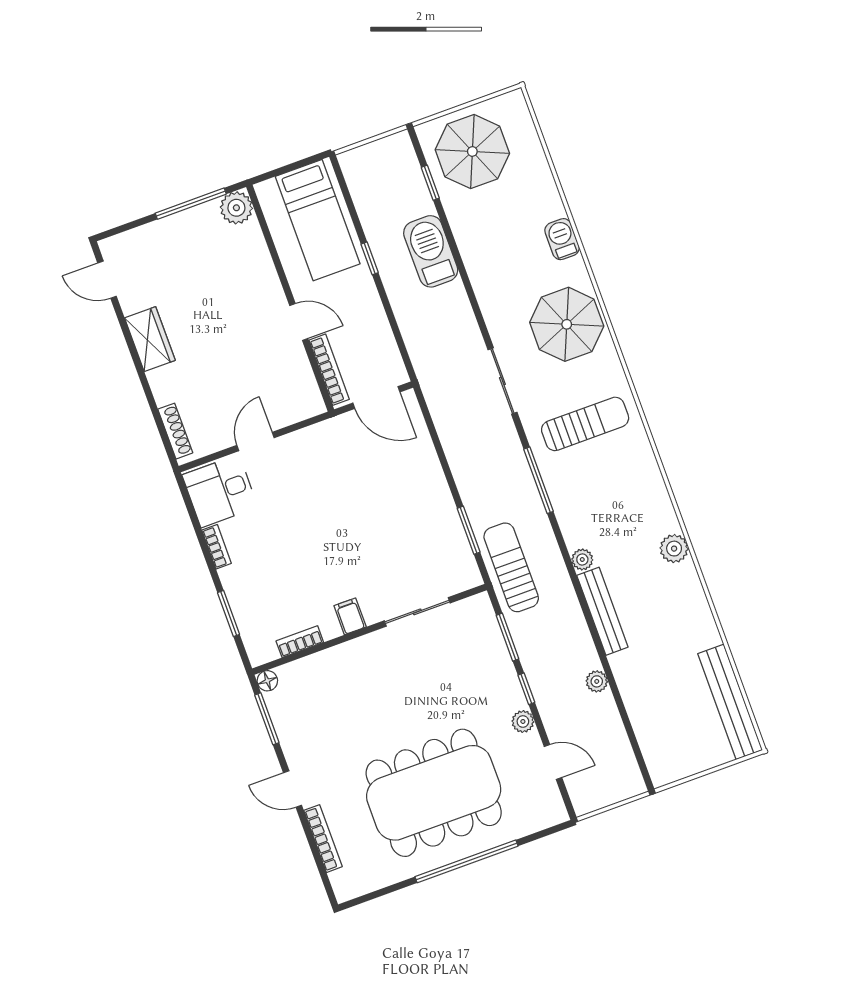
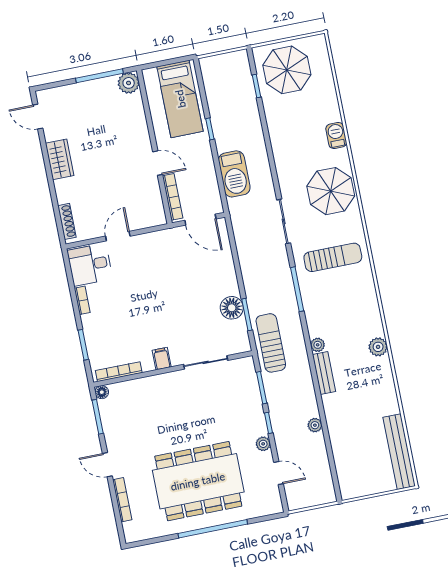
barbecue: (431, 251) -> (234, 174), moved, turned 180
floor lamp: (444, 523) -> (232, 308), added
bench: (602, 611) -> (324, 373), width x0.73
bookcase: (300, 642) -> (119, 372), width x1.56

